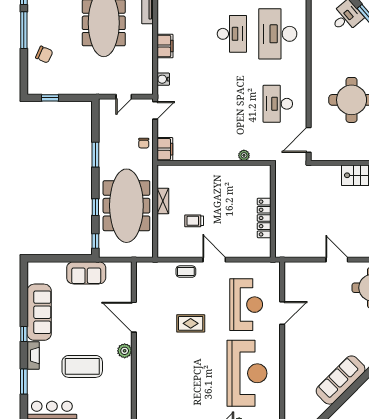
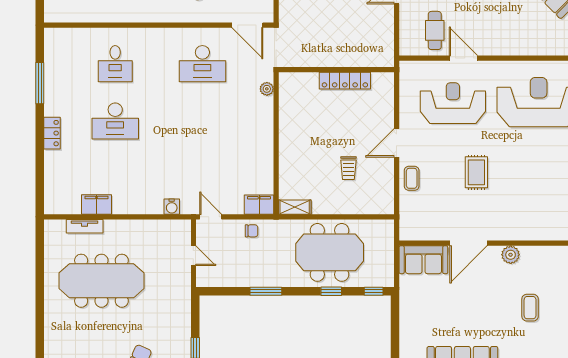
desk: (232, 34) -> (115, 121), turned 180
desk: (278, 34) -> (115, 64), width x0.53, depth x0.77
filing cabinet: (165, 46) -> (96, 204), moved
plant: (244, 155) -> (267, 89), moved
shelving: (163, 201) -> (295, 207), moved
meeting table: (126, 206) -> (330, 252), width x0.73
sofa: (86, 273) -> (423, 260), moved, turned 90
cafe table: (304, 290) -> (435, 30), added
coffee table: (82, 366) -> (530, 308), width x0.54, depth x0.58

